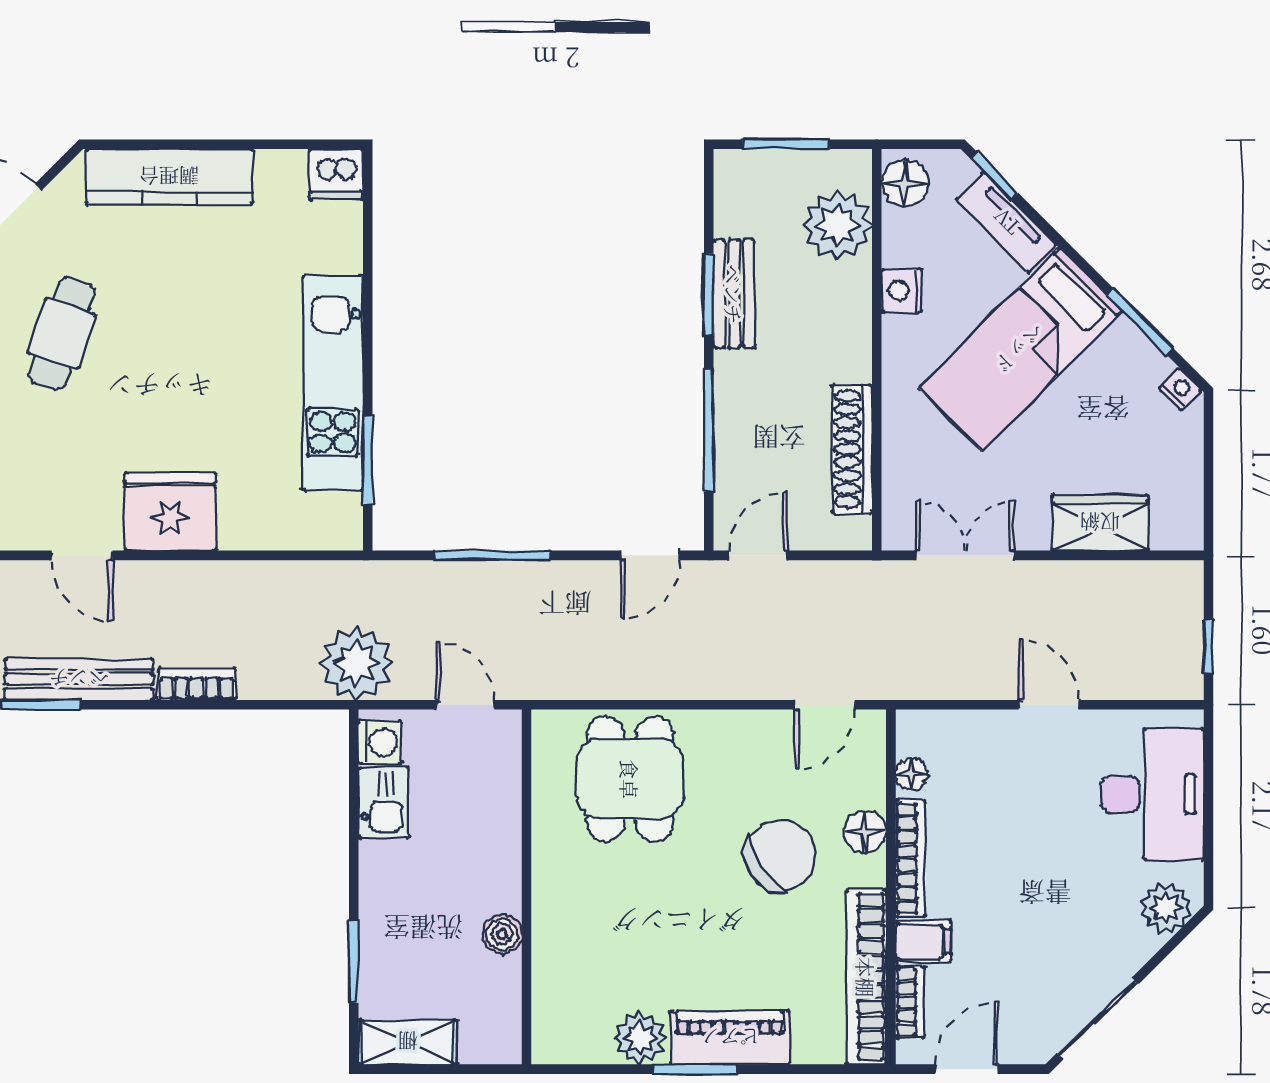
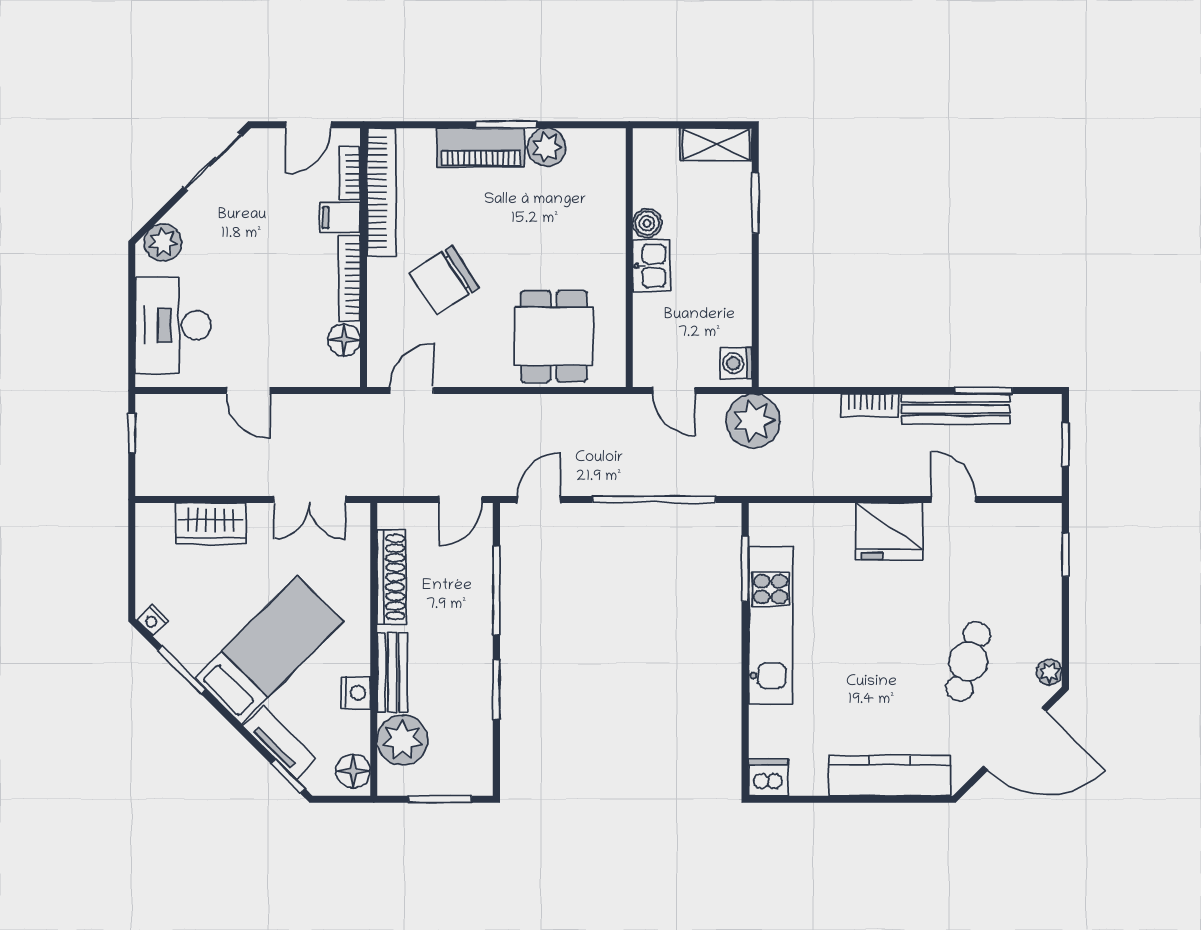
bench: (734, 294) -> (392, 673), moved
window: (492, 555) -> (654, 499), width x1.46
floor lamp: (912, 774) -> (344, 340), width x1.37, depth x1.37
kitchen sink: (384, 803) -> (651, 266), moved, turned 180
floor lamp: (865, 832) -> (382, 298), removed

